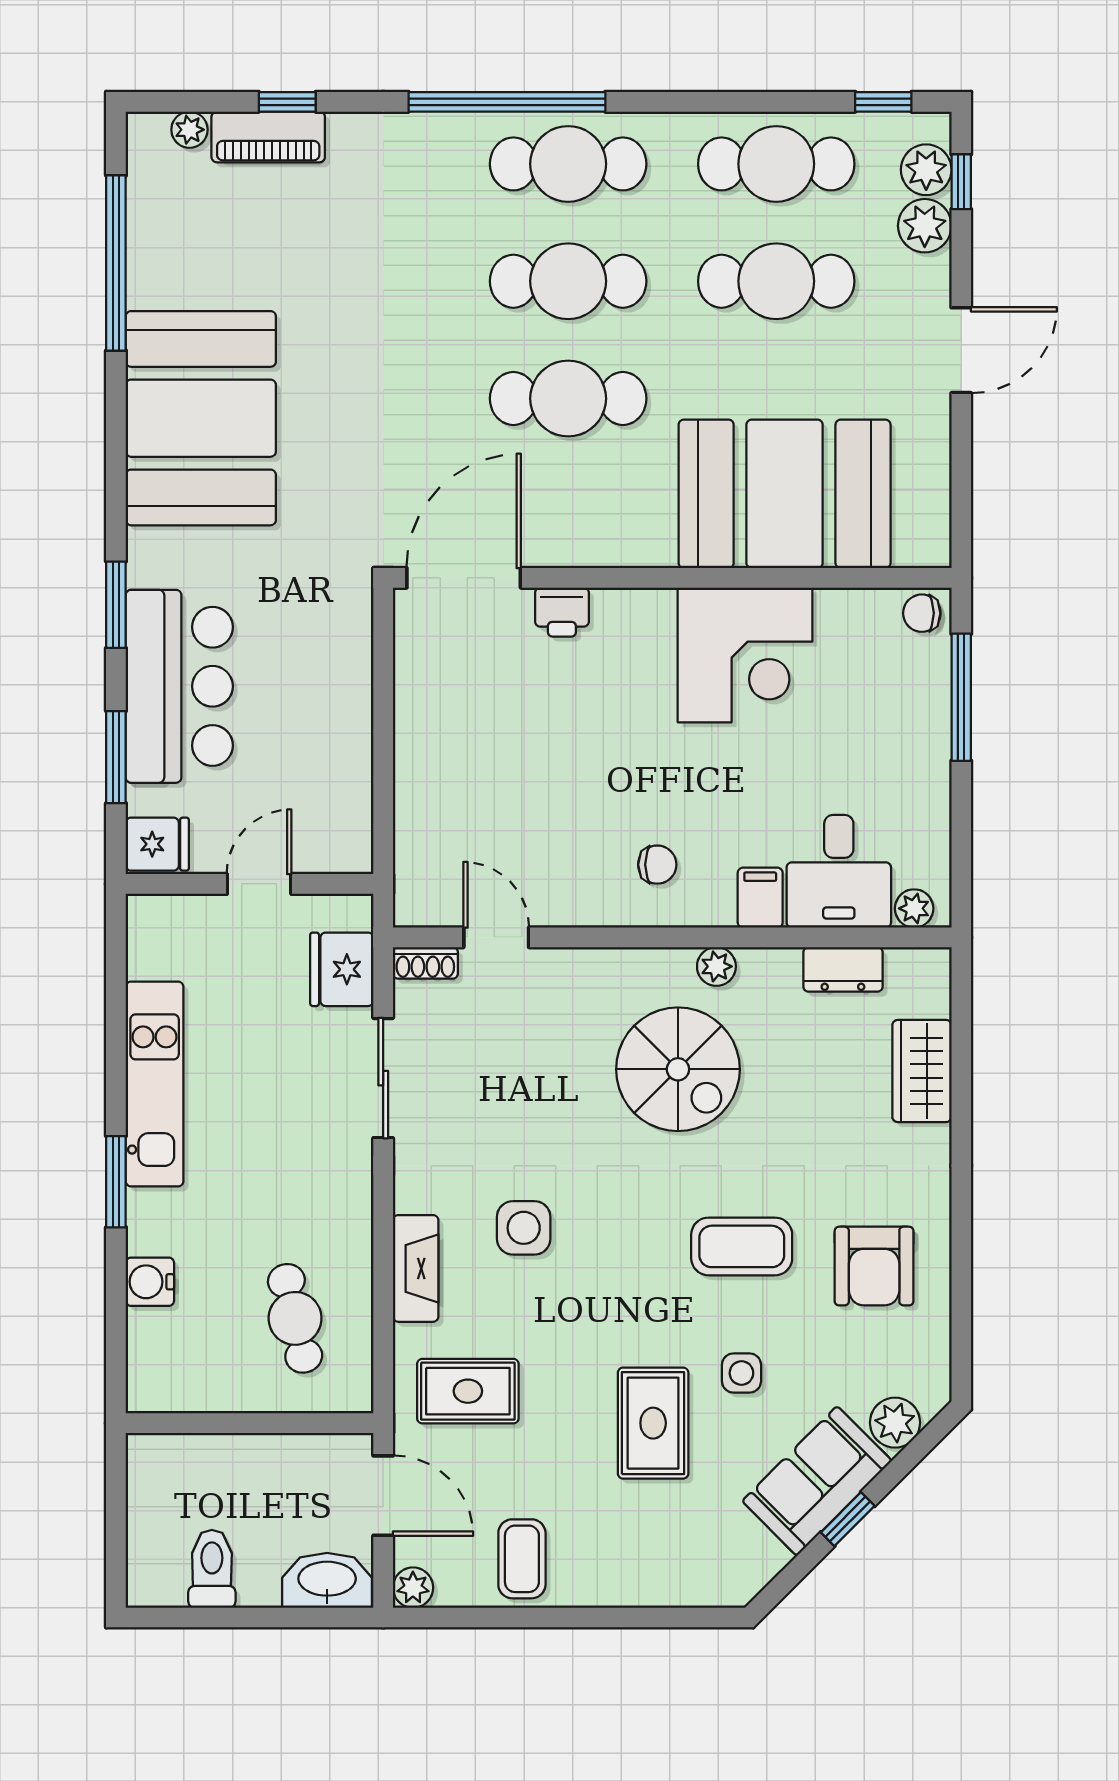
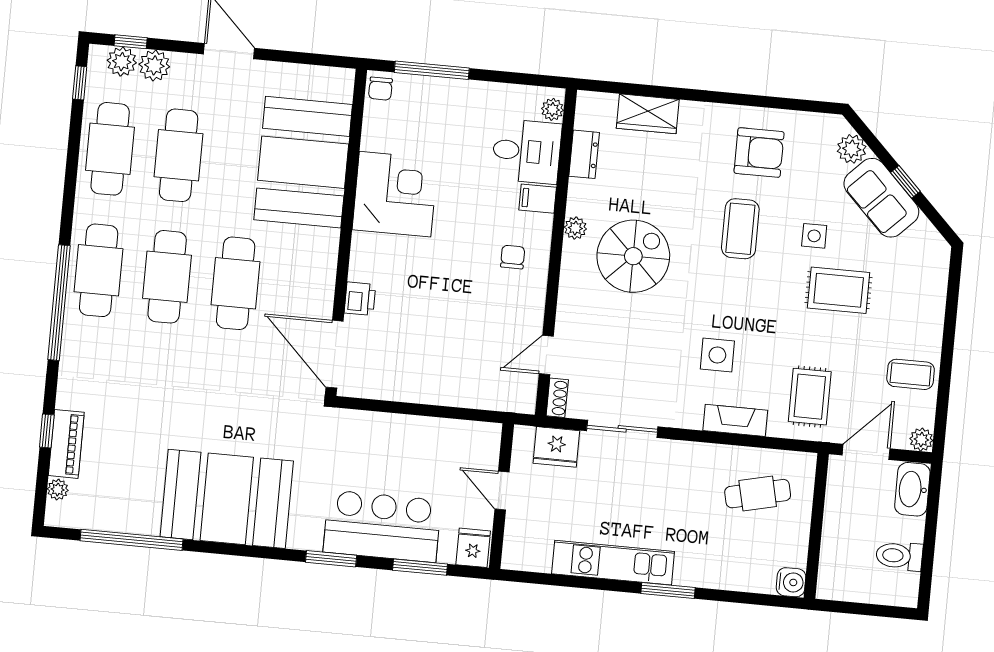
water cooler: (150, 1282) -> (791, 582), moved, turned -90

